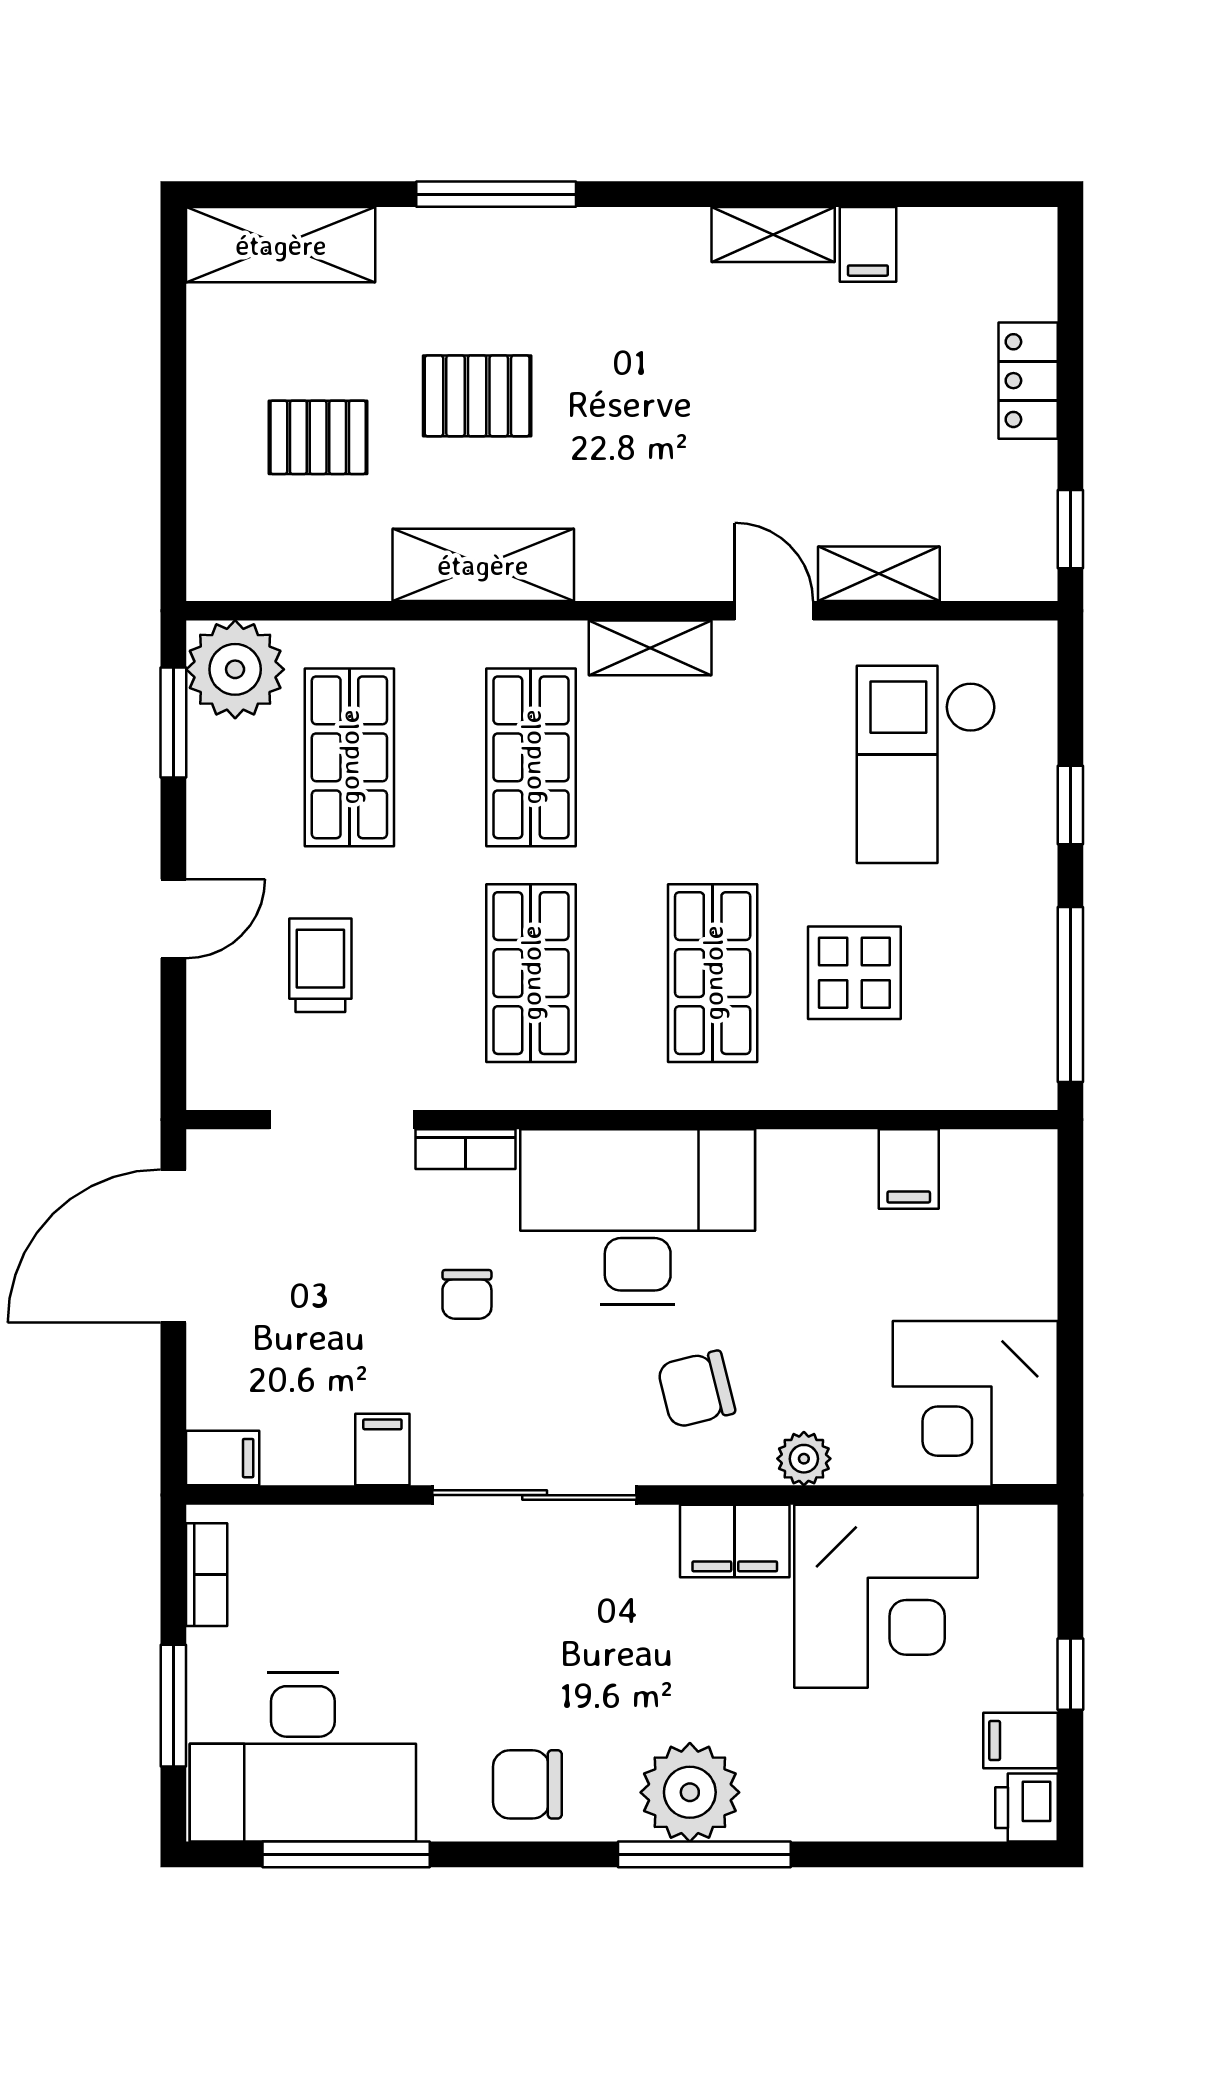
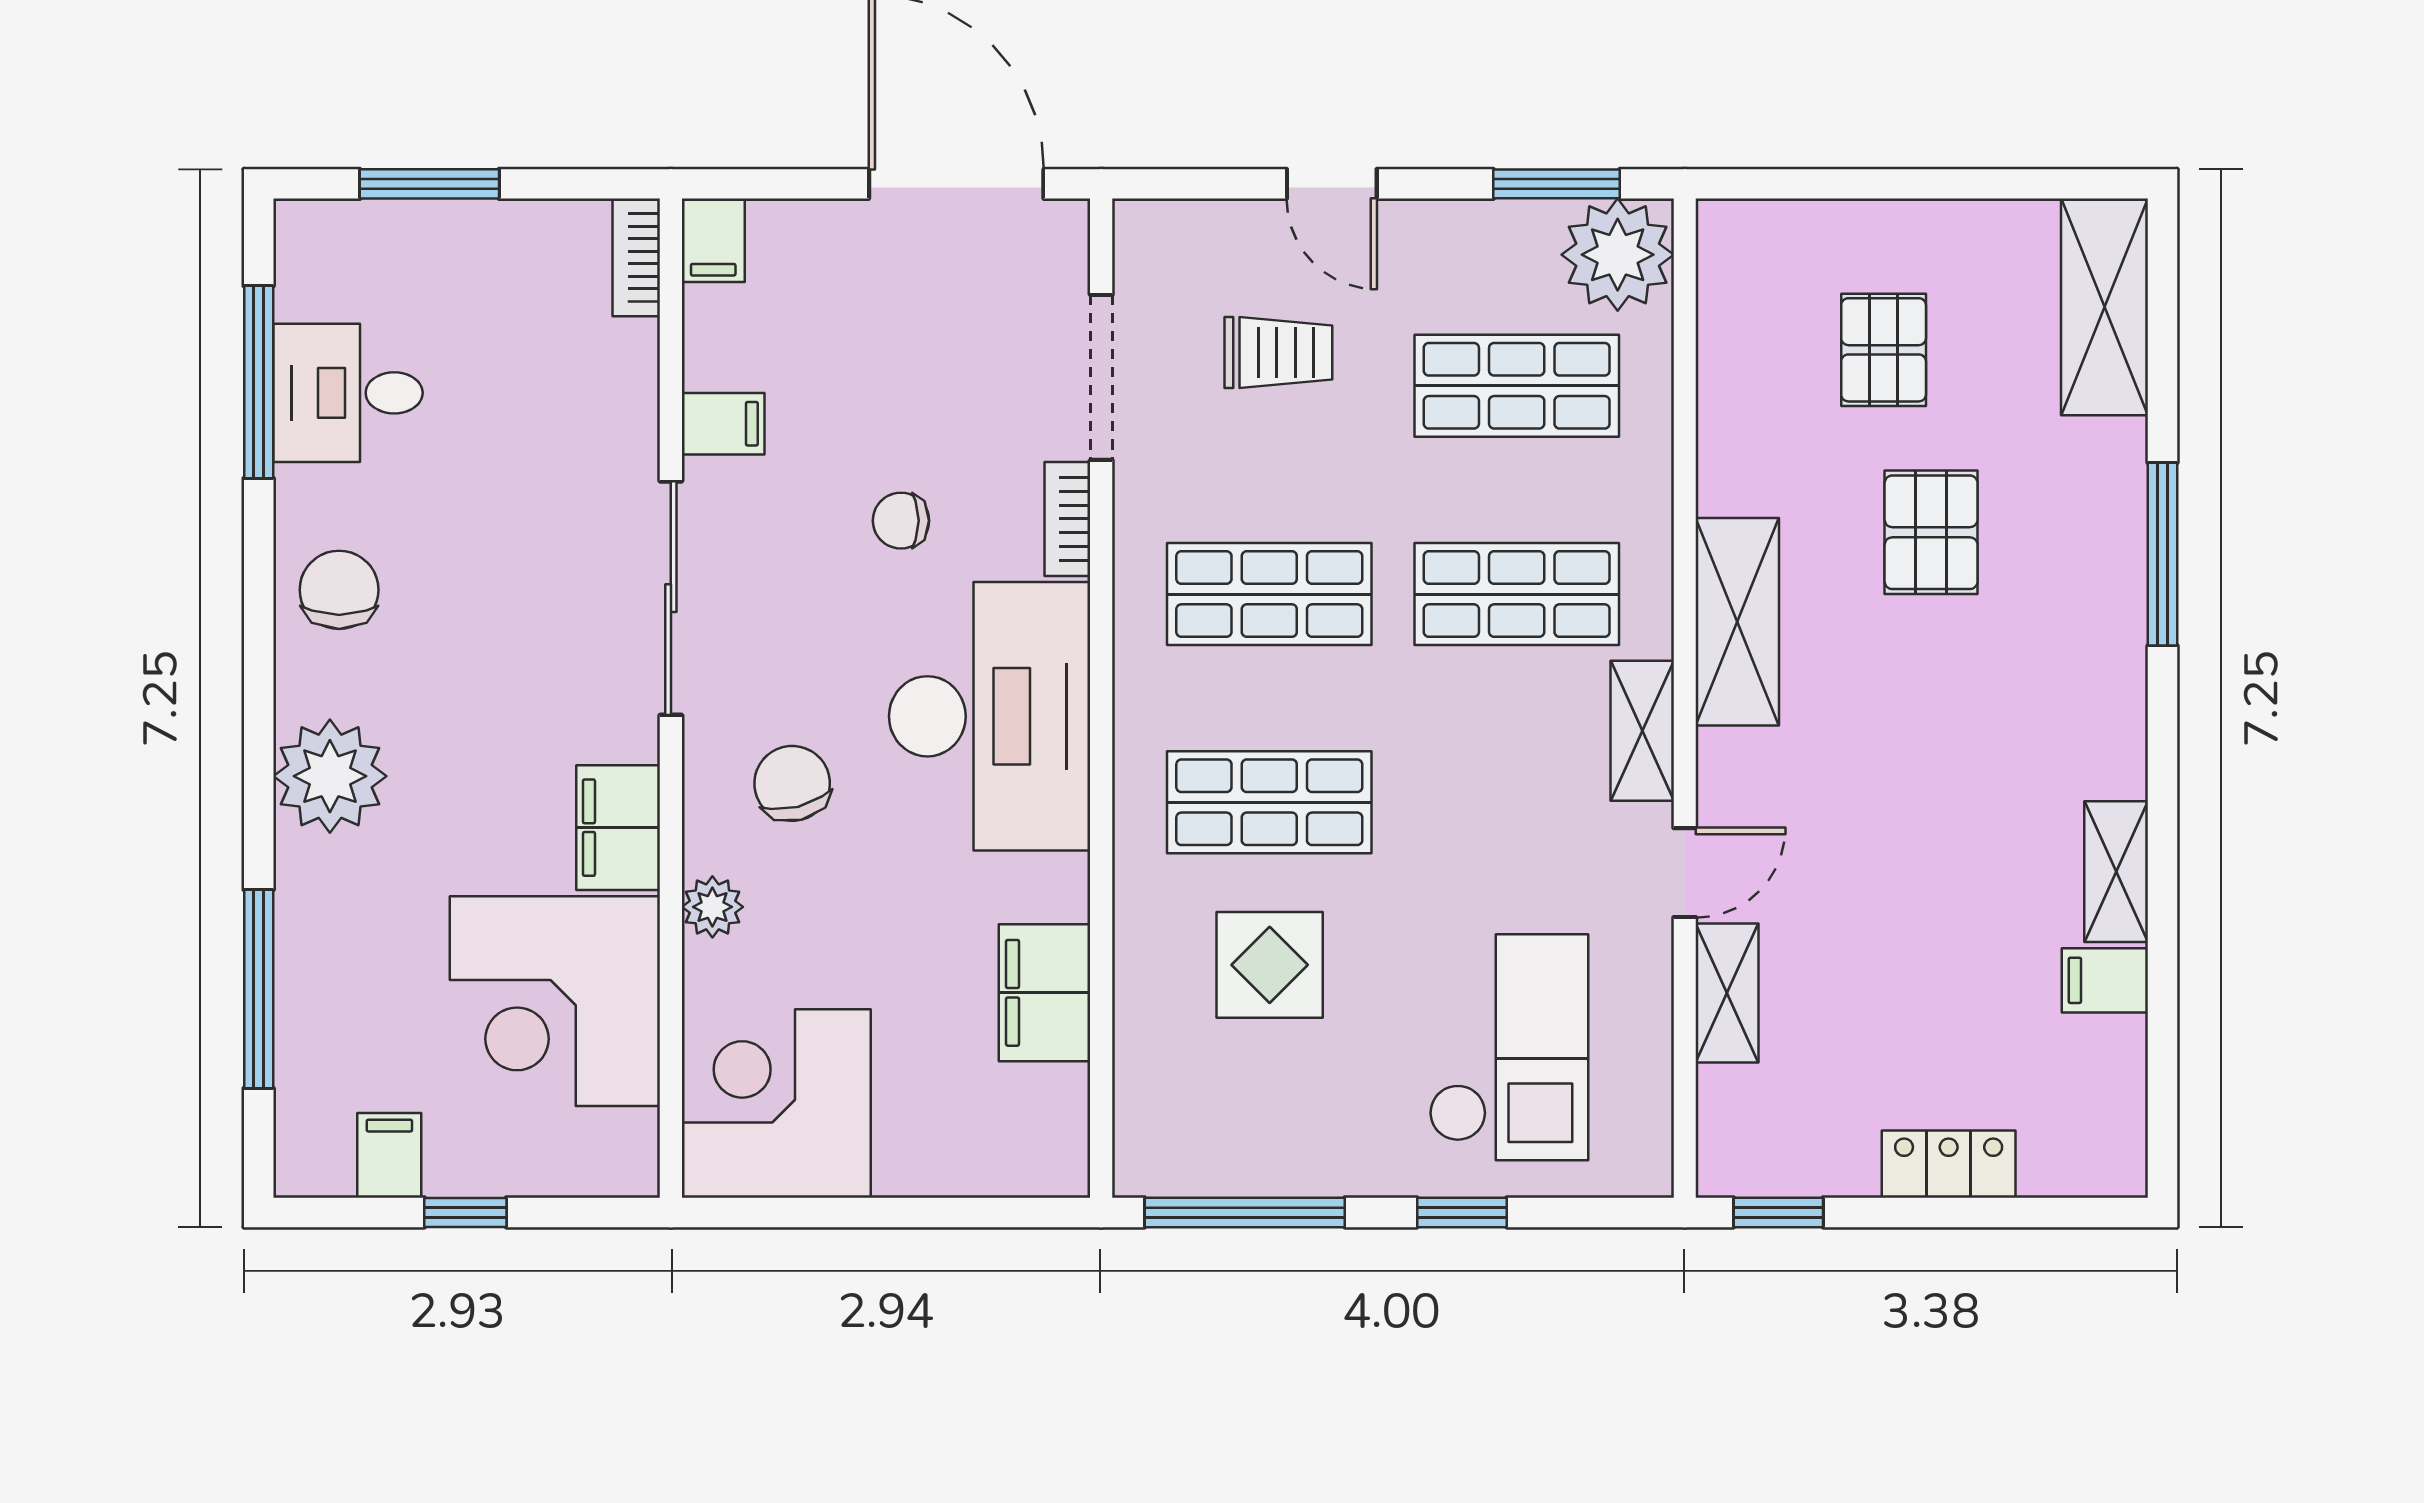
shelving: (483, 565) -> (1737, 622), moved
checkout: (926, 764) -> (1509, 1047), turned 90
filing cabinet: (909, 1169) -> (1045, 993), width x2.00
bookcase: (207, 1575) -> (636, 257), moved, turned 90
desk: (303, 1757) -> (348, 393), width x0.53, depth x0.77
printer: (1027, 1808) -> (312, 1162), removed
window: (704, 1854) -> (259, 989), moved

